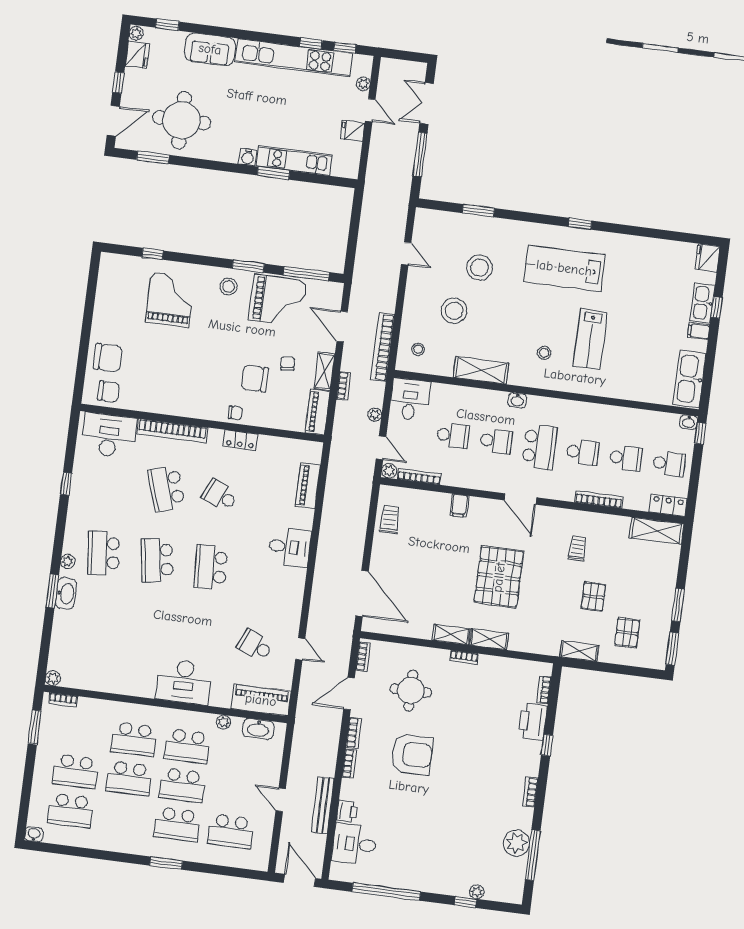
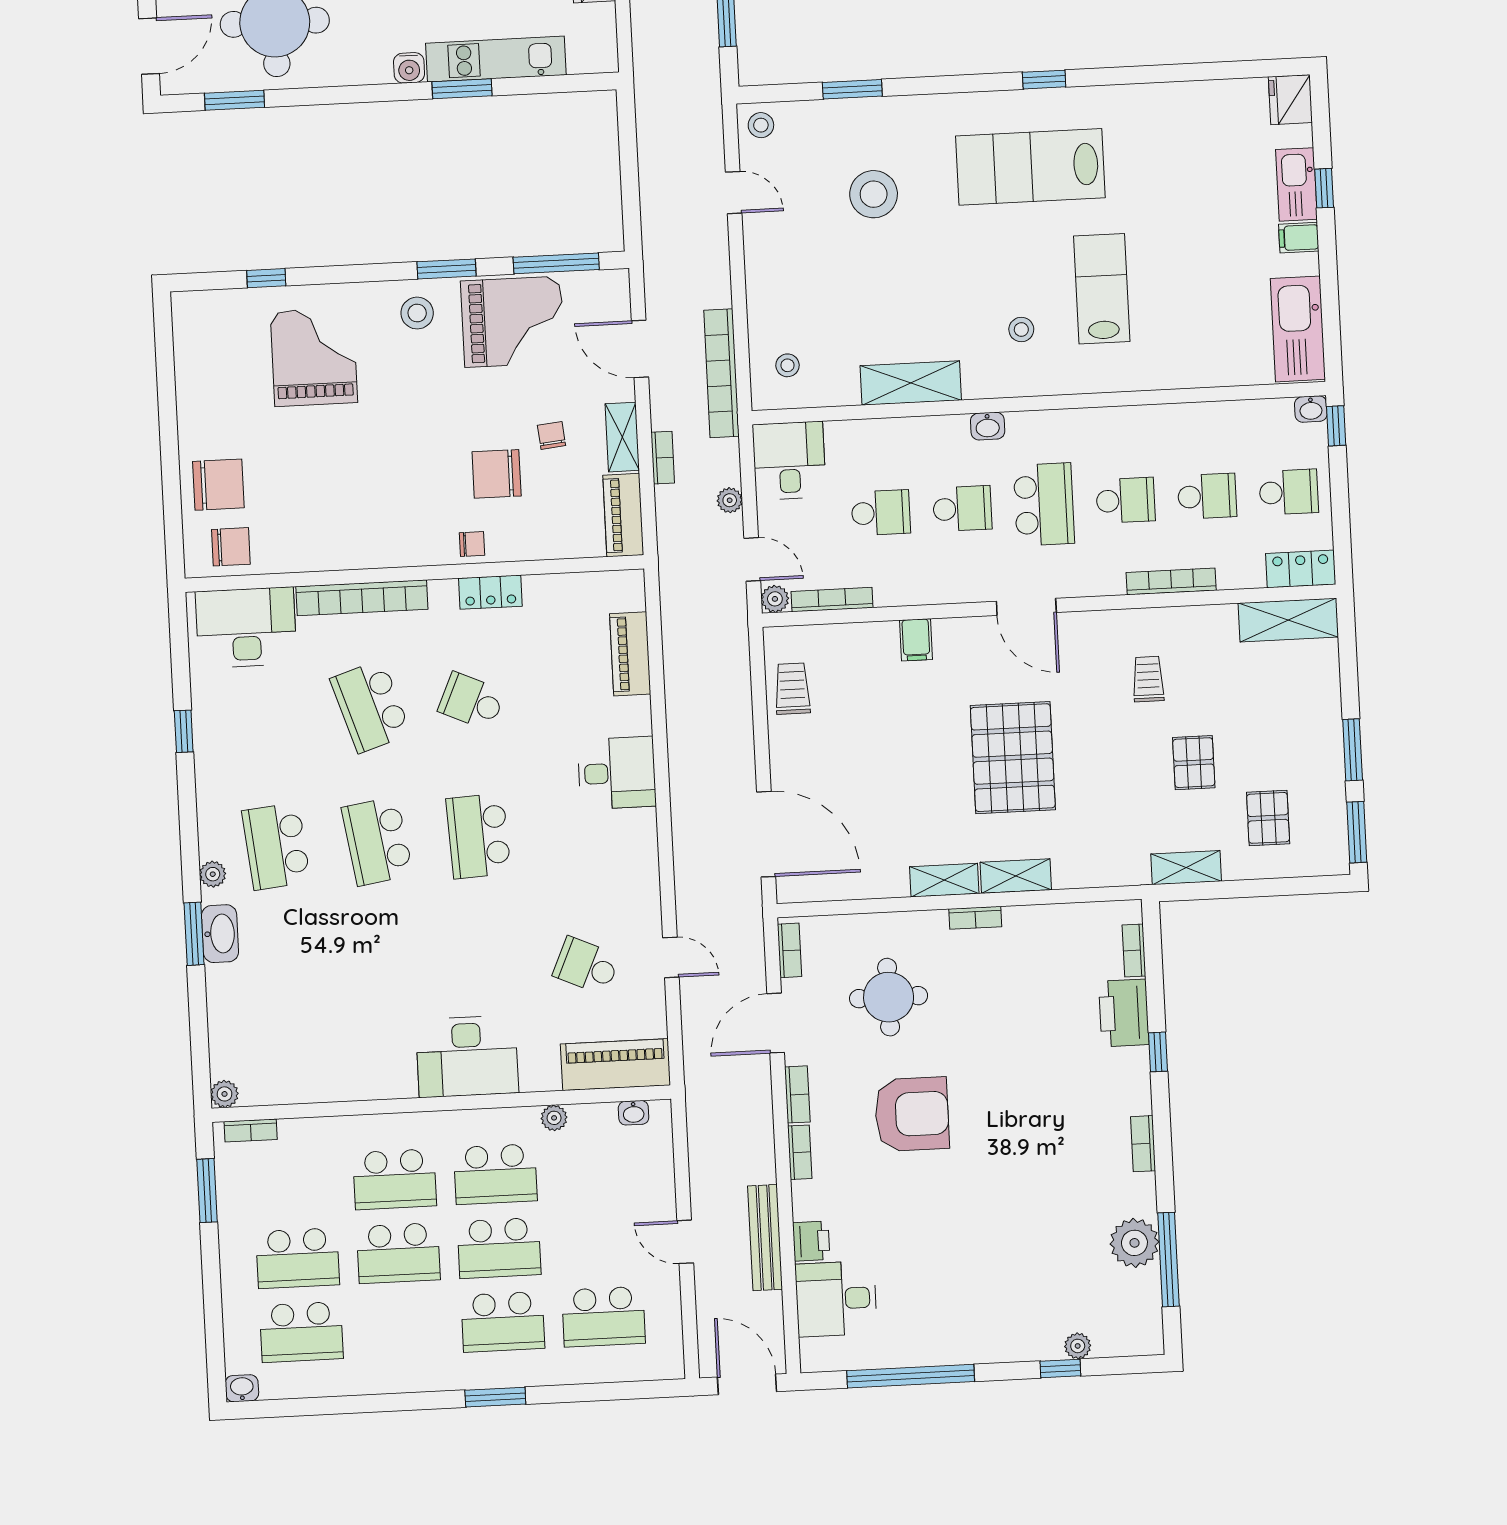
stool: (454, 311) -> (761, 125), moved, width x0.53, depth x0.53
lab bench: (590, 339) -> (1102, 289), turned 180
washbasin: (258, 729) -> (634, 1113), width x0.52, depth x0.69

